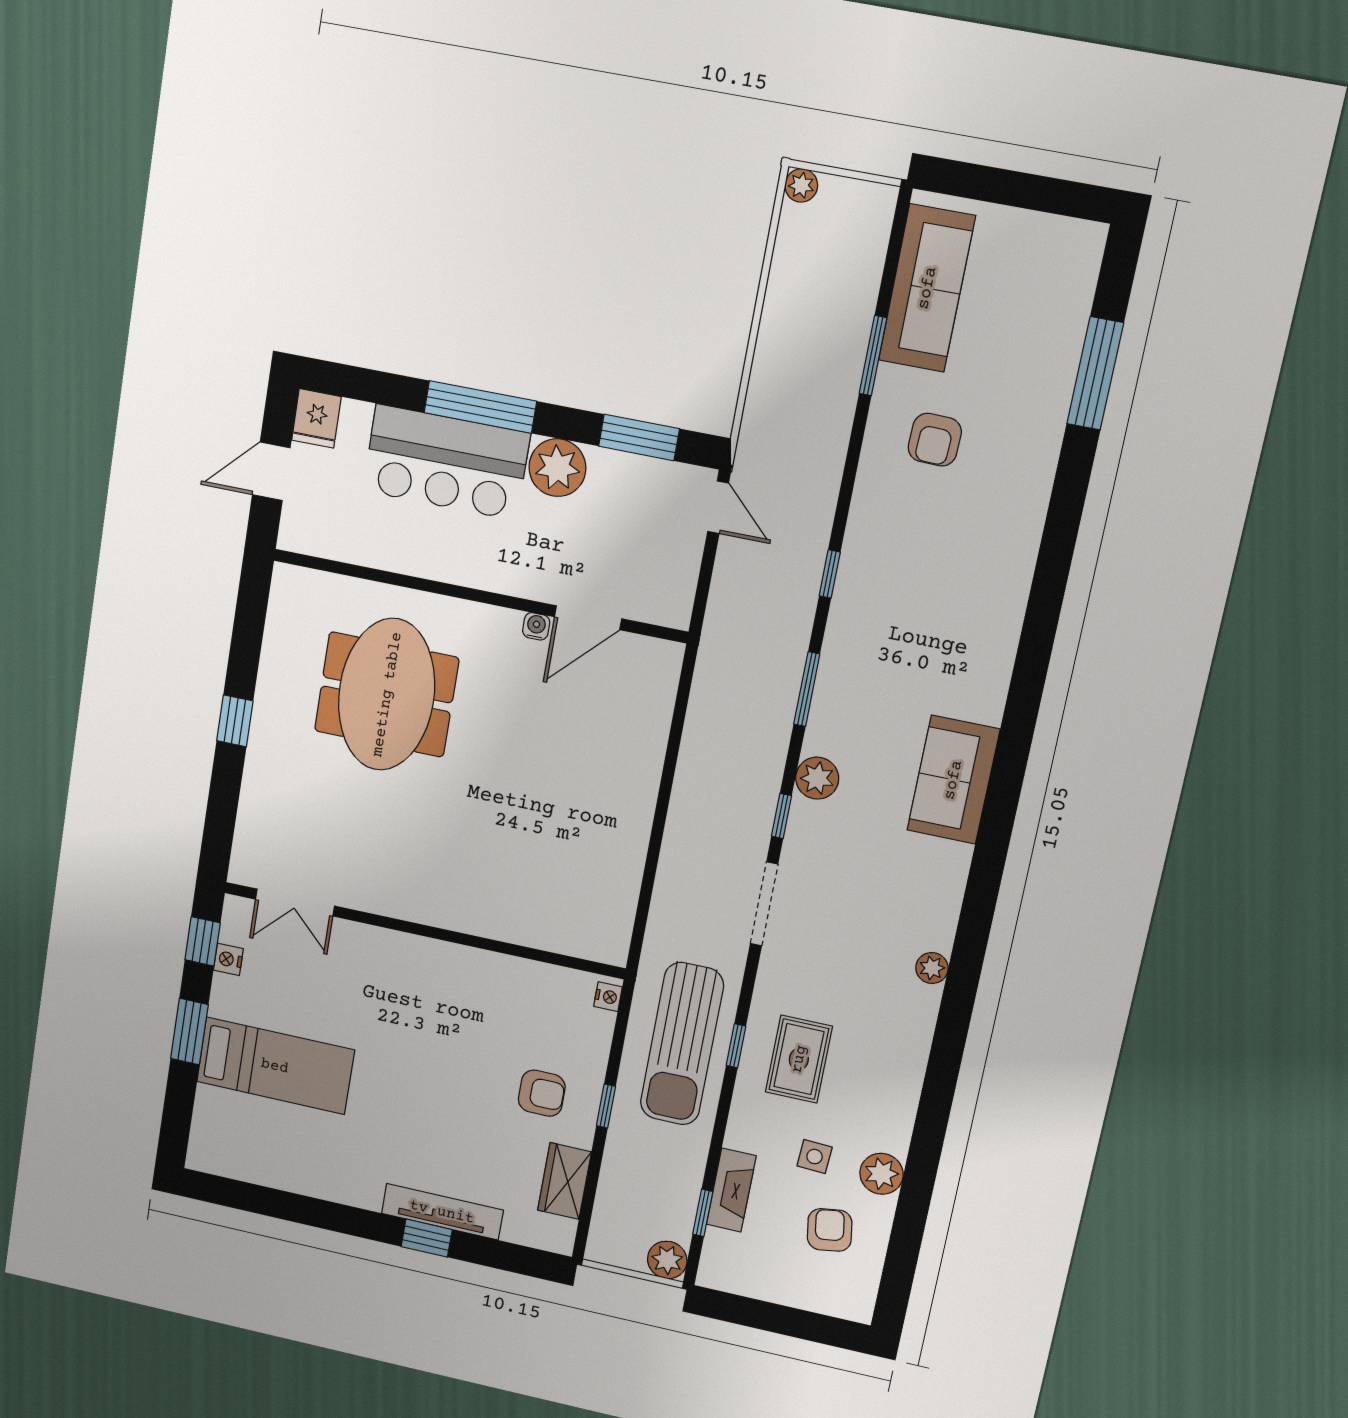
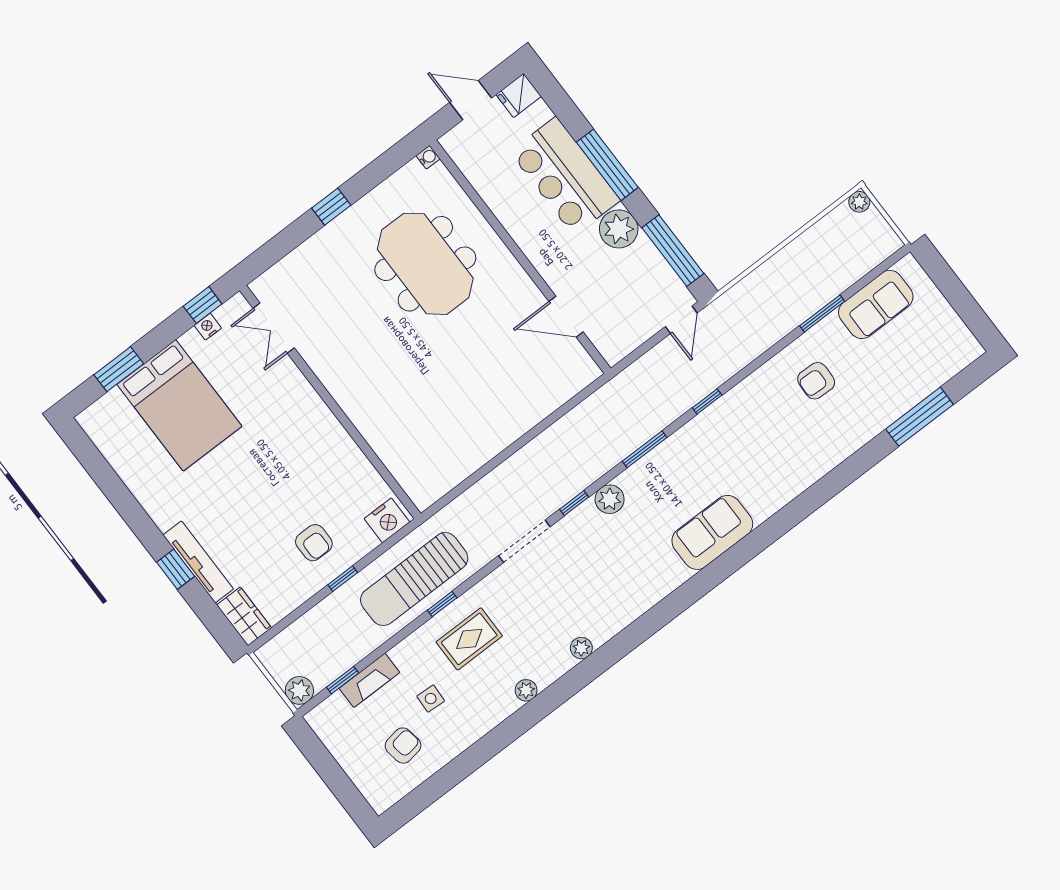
sofa: (927, 288) -> (876, 304), width x0.73
window: (639, 437) -> (673, 251), width x1.44
water cooler: (536, 626) -> (428, 157), moved
meeting table: (387, 694) -> (425, 264), turned 90
sofa: (953, 780) -> (712, 532), moved
nightstand: (608, 997) -> (387, 520), width x1.89, depth x1.79
window: (189, 1032) -> (119, 369), moved
bed: (275, 1066) -> (179, 405), width x1.50
plant: (882, 1174) -> (526, 690), moved, width x0.73, depth x0.73
wardrobe: (565, 1181) -> (244, 616), moved, turned 90

